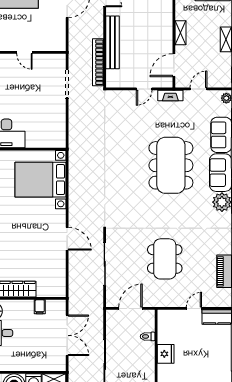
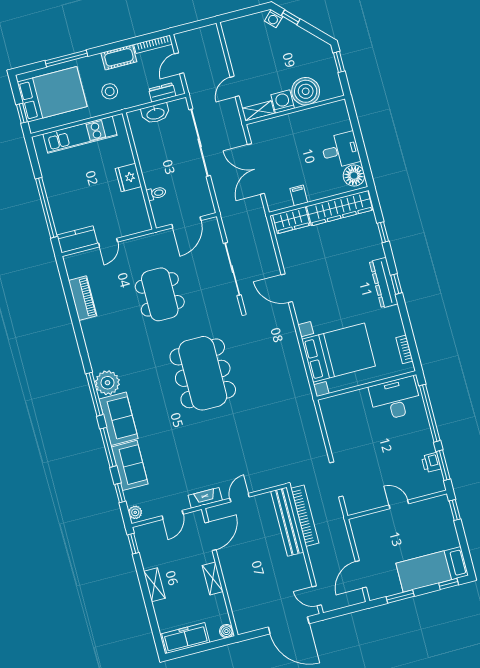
bench: (113, 42) -> (287, 522), moved
dining table: (171, 165) -> (203, 373), moved
wardrobe: (50, 290) -> (291, 220), added

